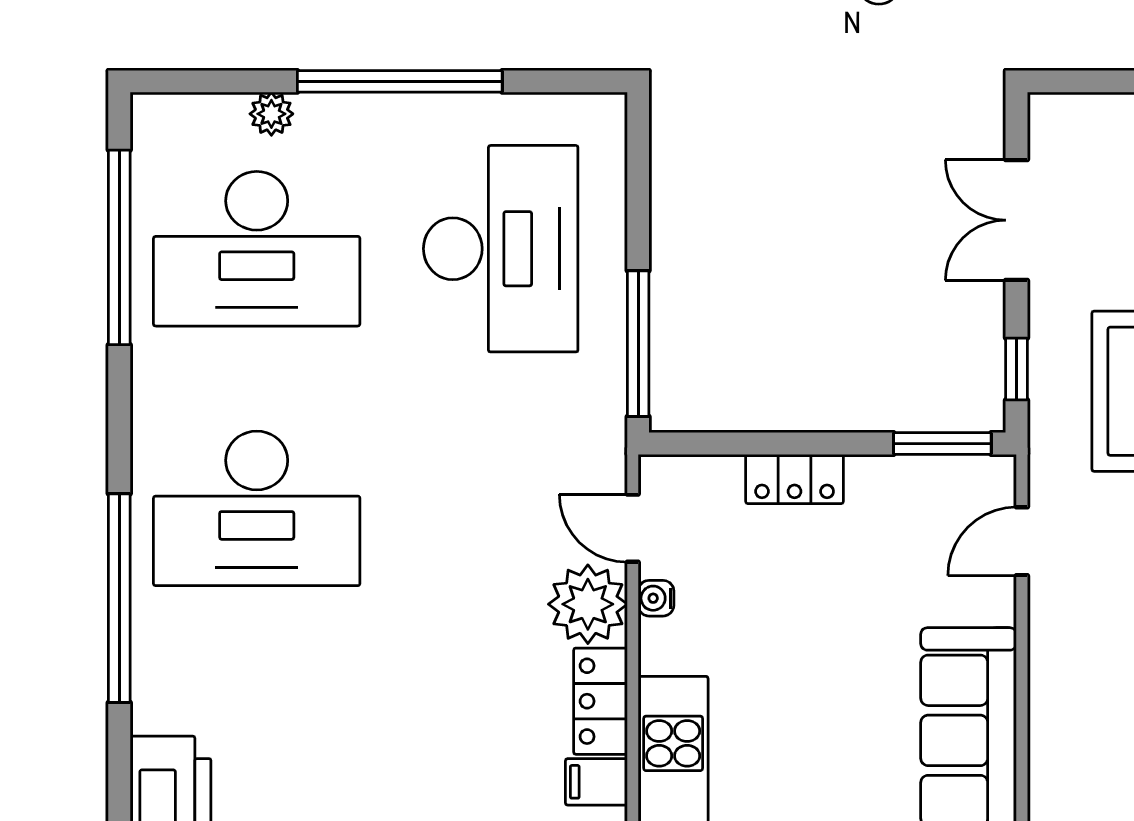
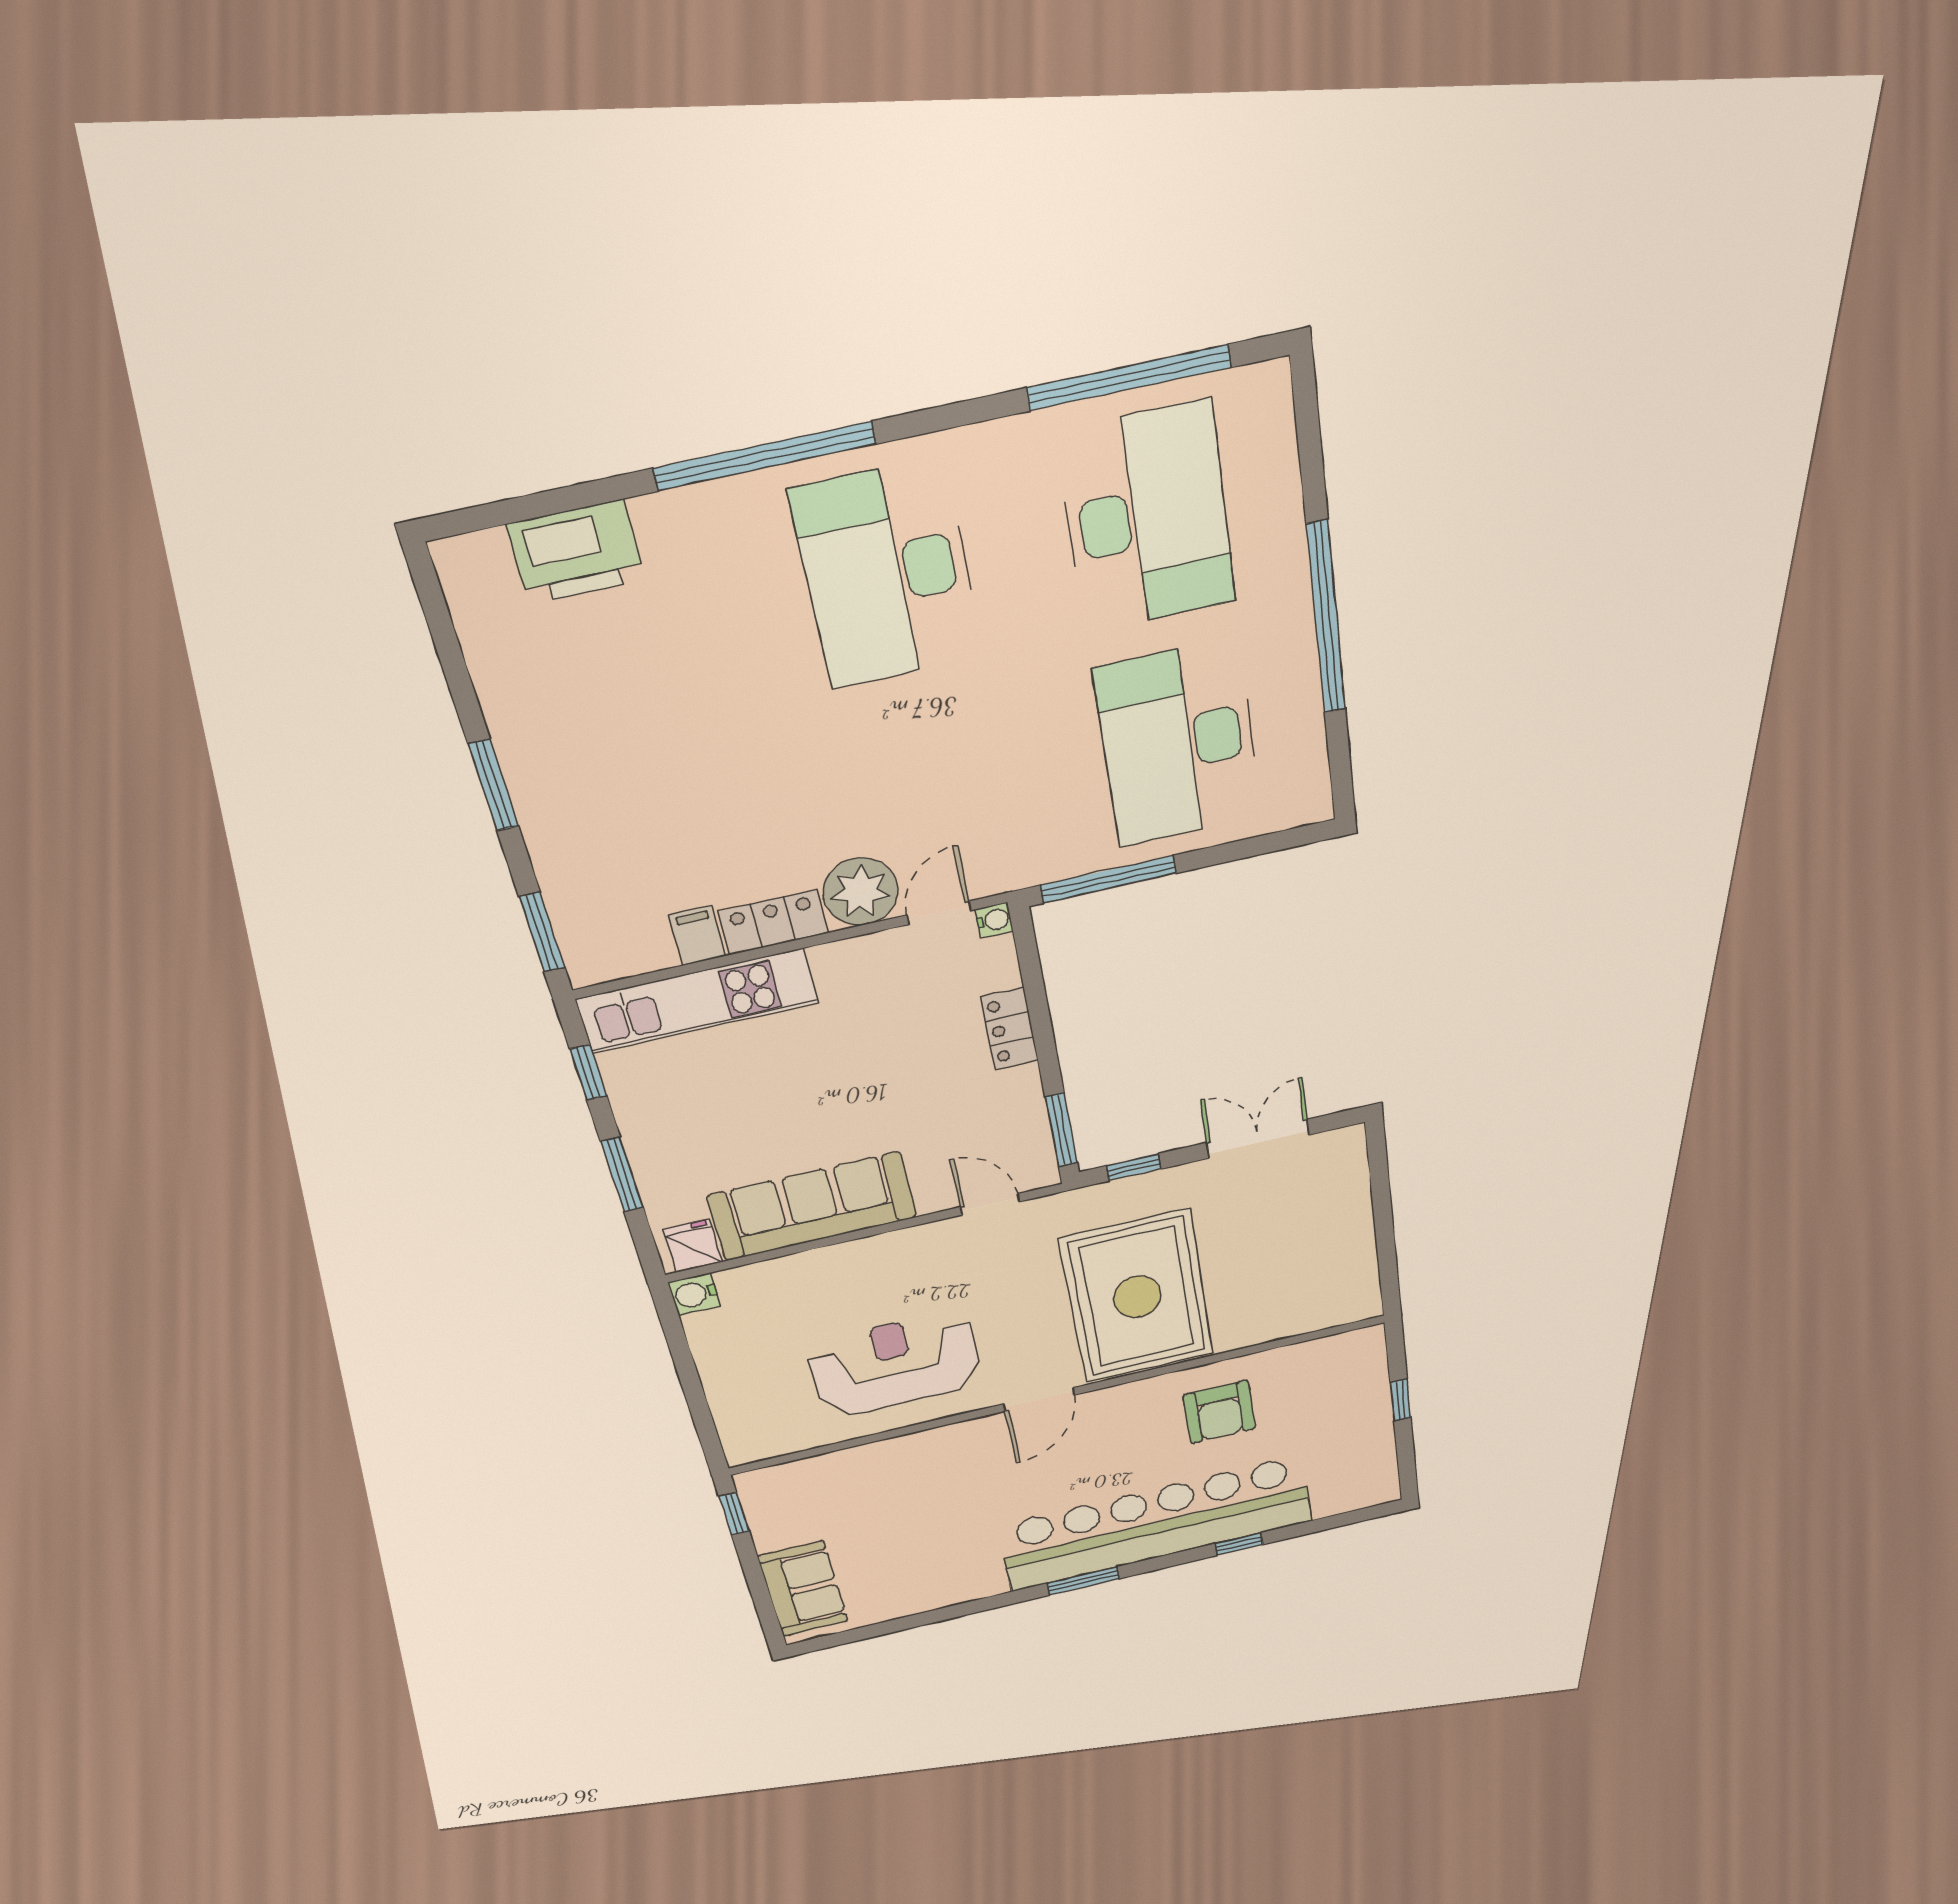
plant: (271, 114) -> (1283, 503), removed
desk: (257, 249) -> (1147, 518), turned 180
desk: (501, 249) -> (1178, 744), turned 90
water cooler: (656, 598) -> (994, 920), moved, turned 90

